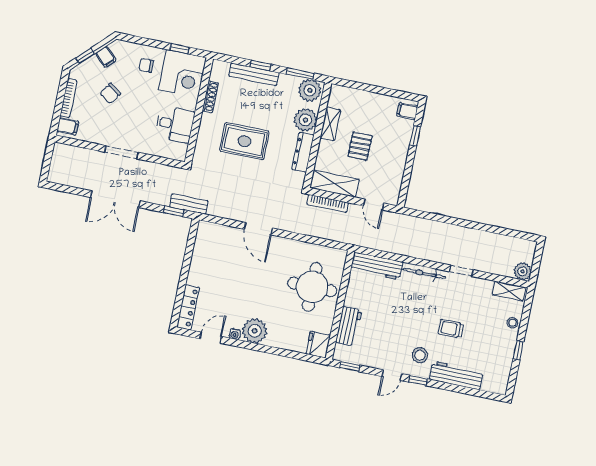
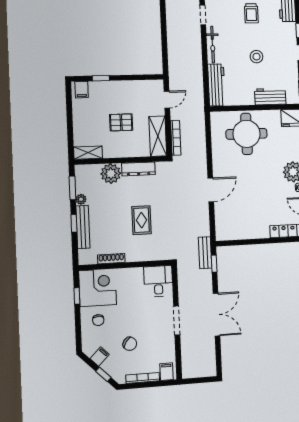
plant: (310, 90) -> (81, 199), moved, width x0.53, depth x0.53
desk: (175, 124) -> (158, 281), moved
shelving: (330, 124) -> (88, 153), moved
rug: (244, 141) -> (142, 220), width x0.73, depth x0.70
stool: (420, 355) -> (256, 57), moved

